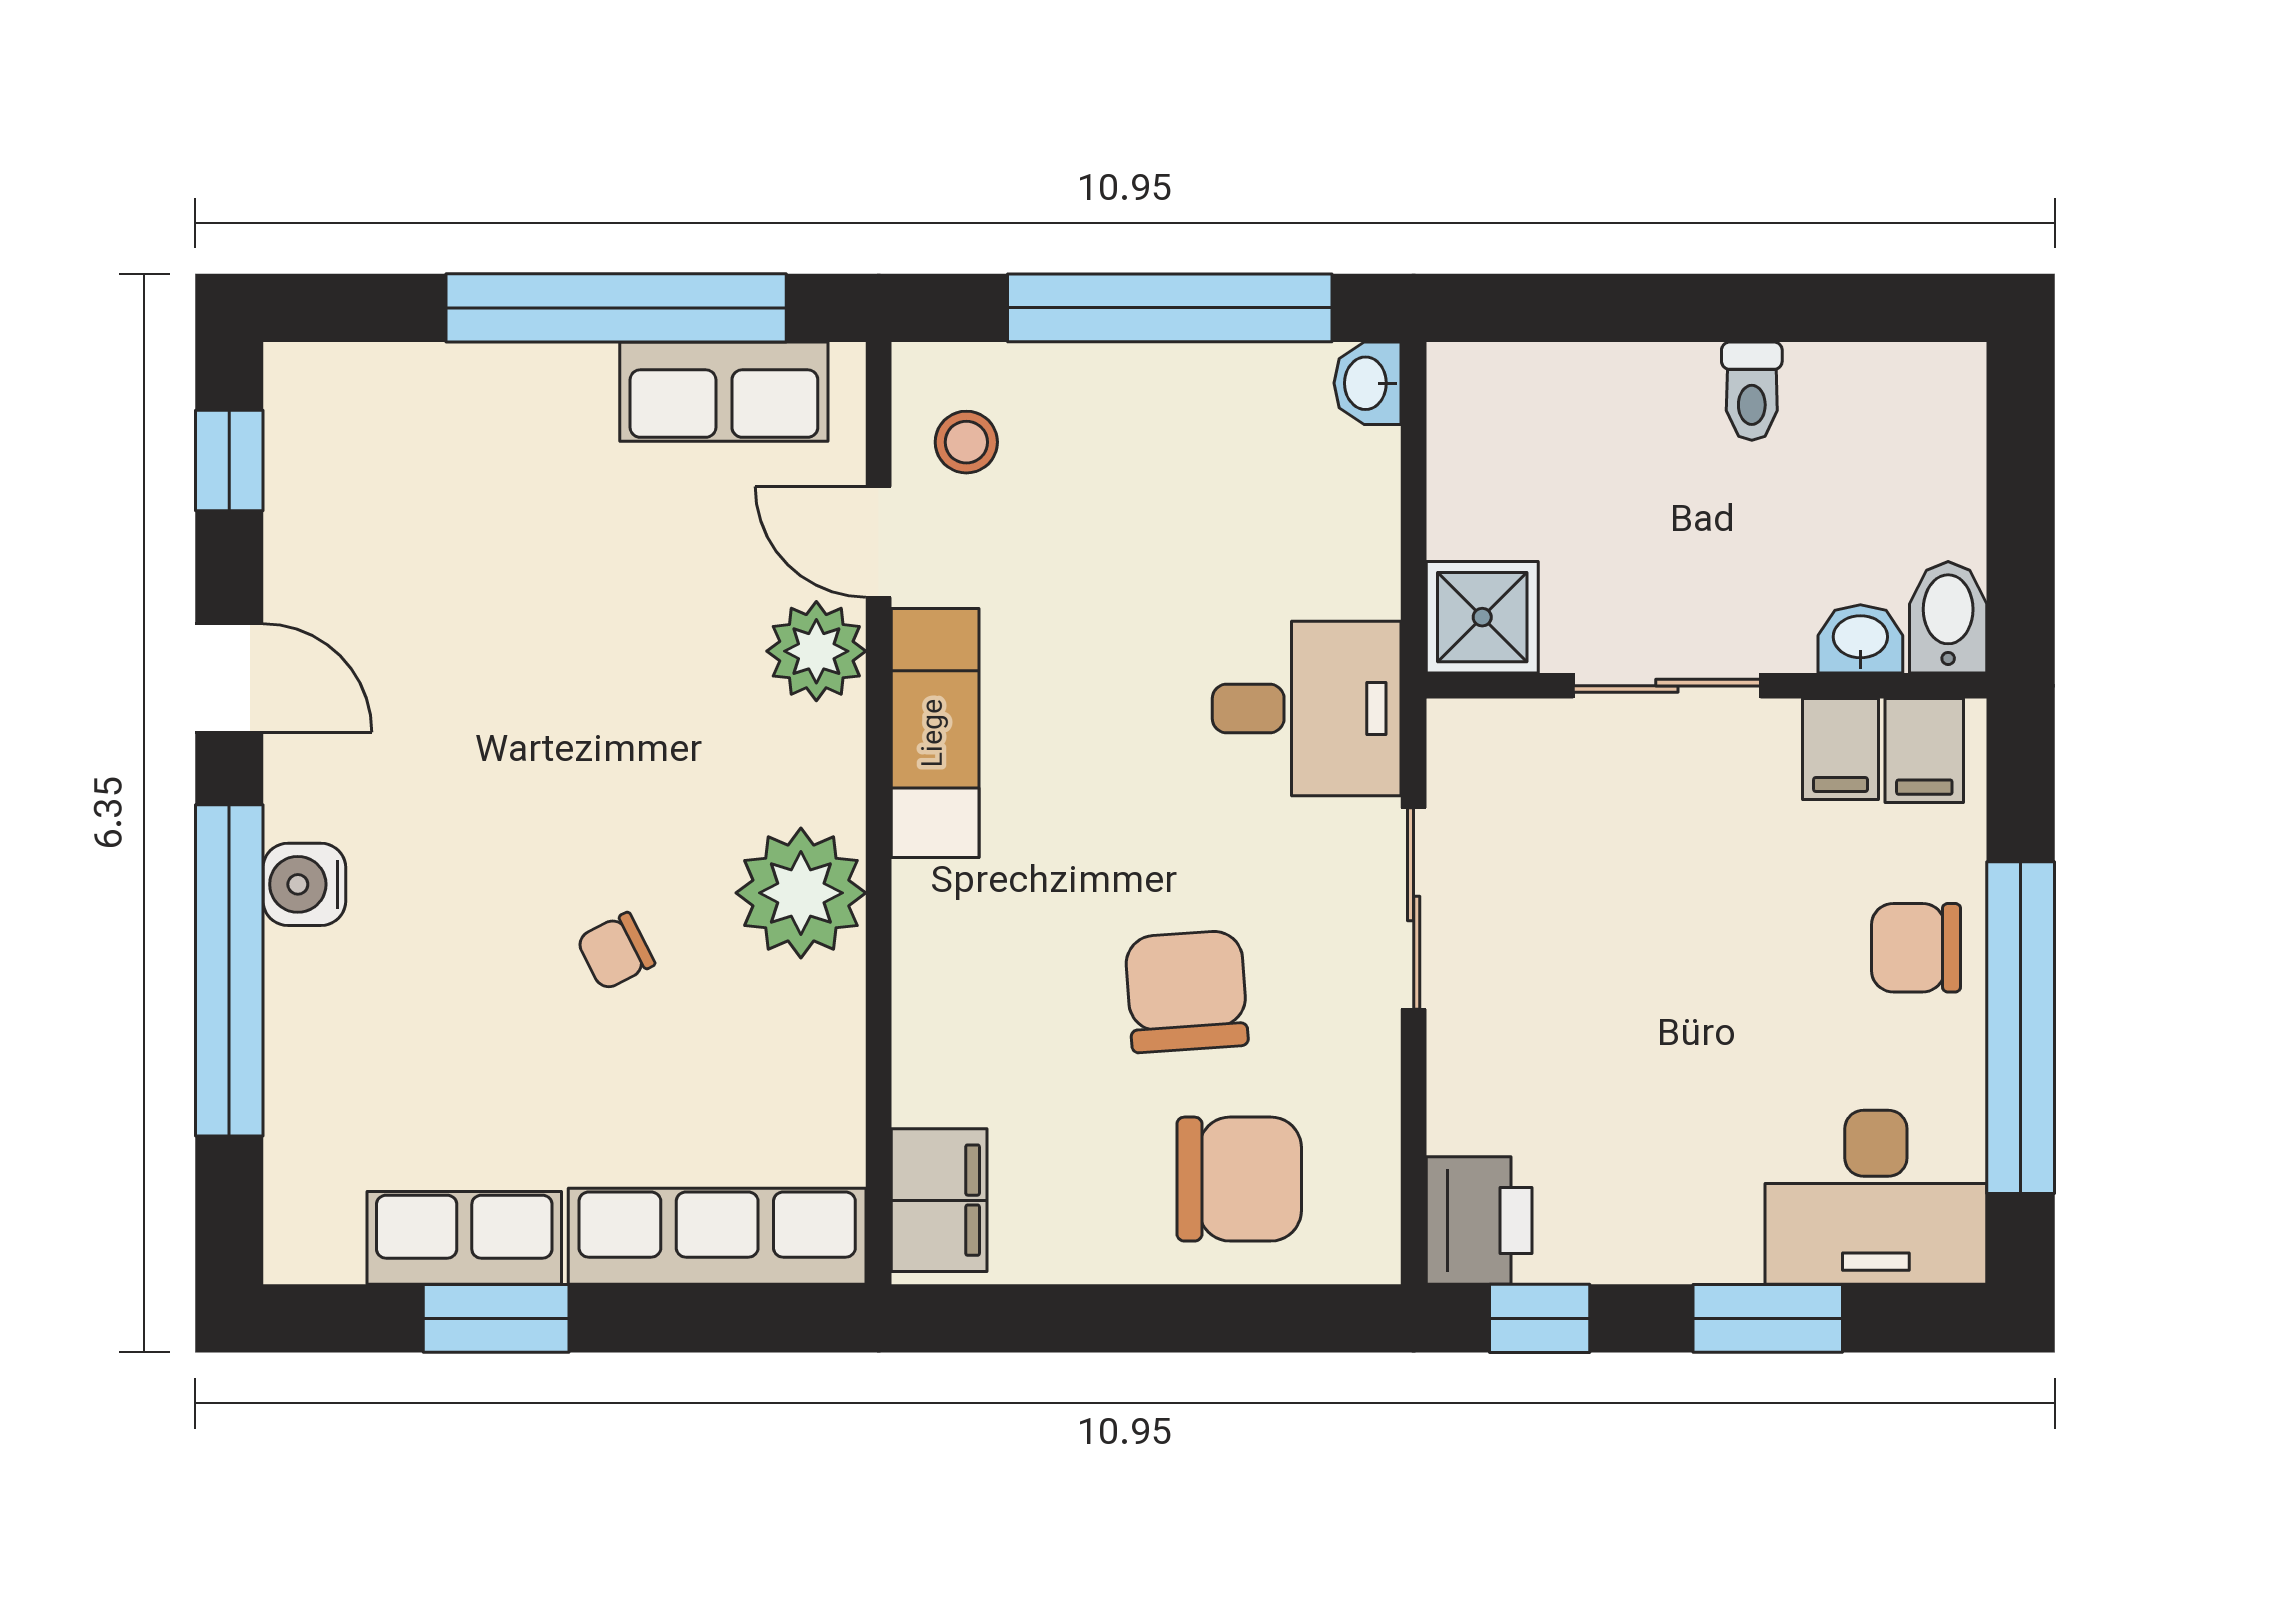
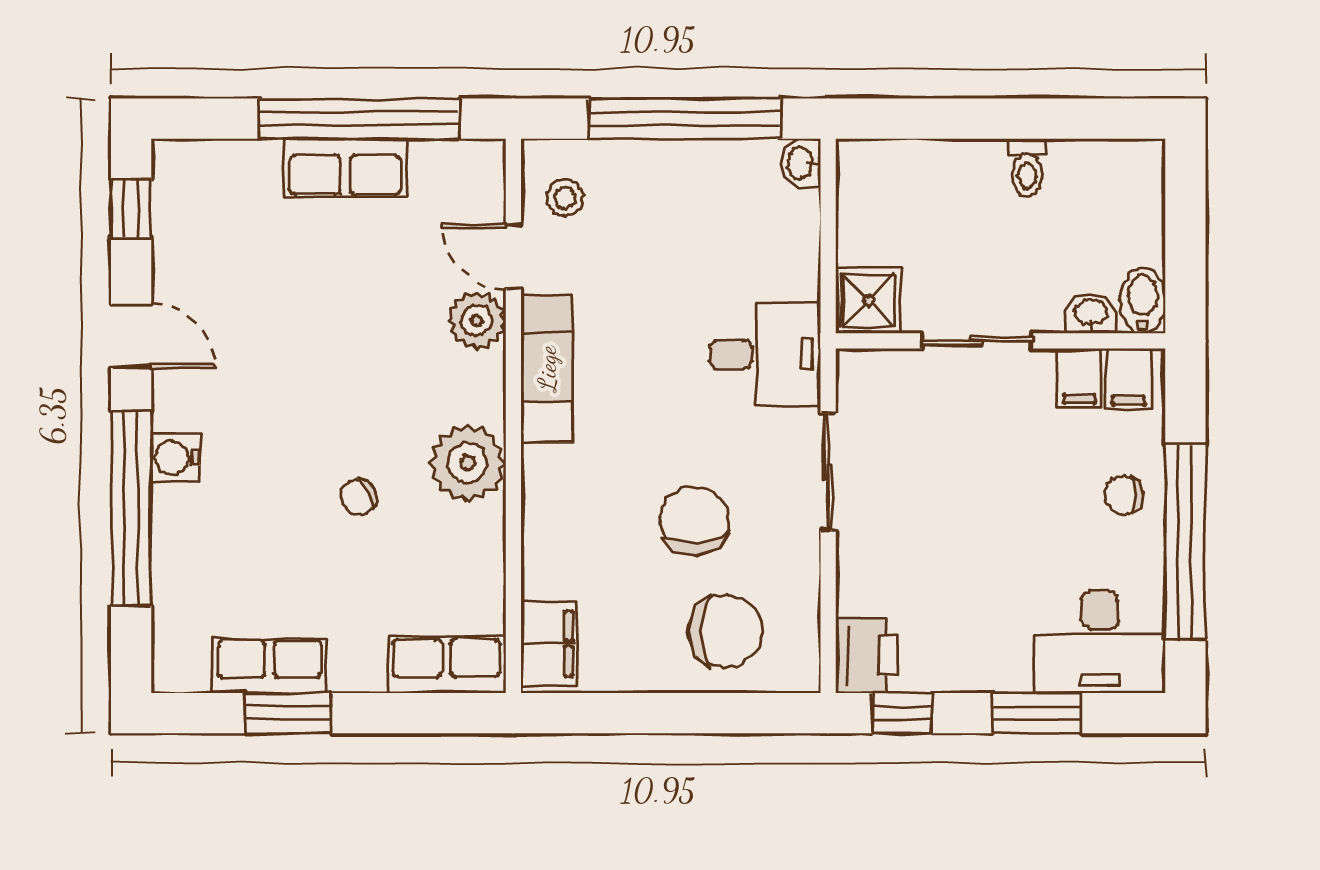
row of seats: (724, 392) -> (345, 168), moved
chair: (1916, 948) -> (1124, 495), width x0.73, depth x0.73
row of seats: (717, 1236) -> (447, 665), width x0.68

